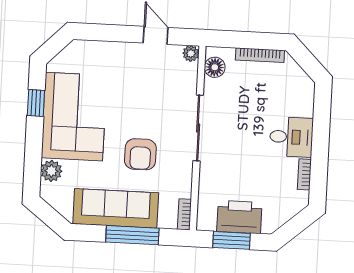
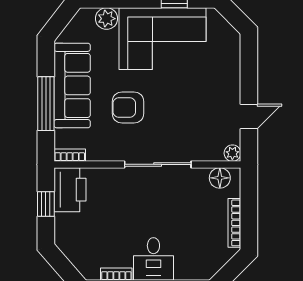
printer: (239, 217) -> (70, 190), moved
window: (232, 240) -> (46, 204), width x0.67

